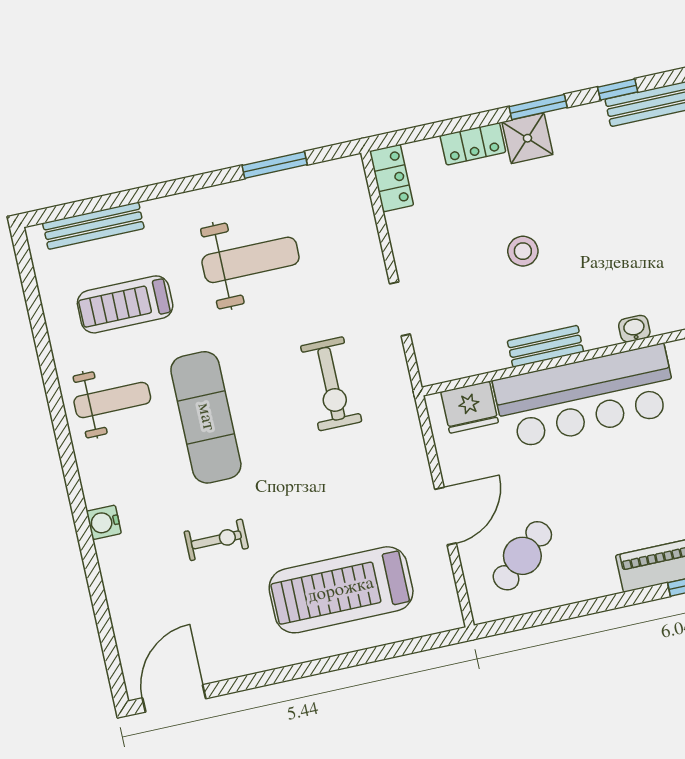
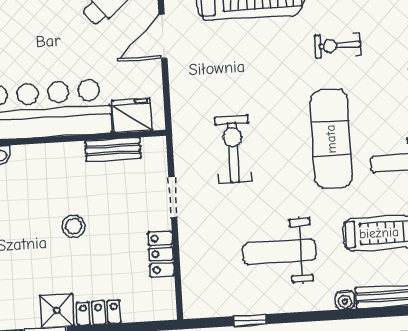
window: (275, 165) -> (250, 320), width x0.67
locker: (392, 178) -> (161, 254), moved
water cooler: (155, 210) -> (345, 300), added
bench: (545, 346) -> (113, 149), moved

